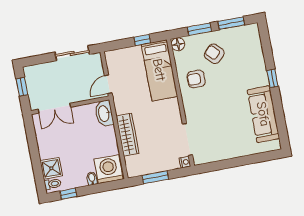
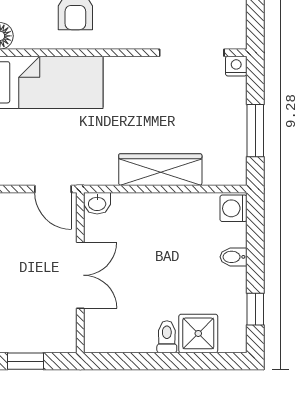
double door: (54, 108) -> (80, 275), moved
washbasin: (104, 113) -> (97, 203), width x0.52, depth x0.69
washing machine: (109, 169) -> (233, 208), width x0.53, depth x0.53
toilet: (53, 184) -> (167, 337), moved

